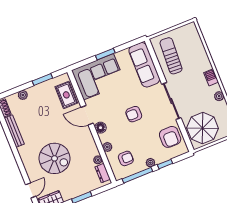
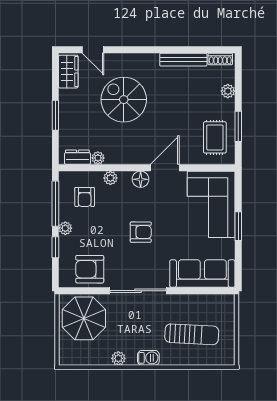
sun lounger: (171, 56) -> (192, 334), moved
rug: (66, 95) -> (215, 137), moved, turned 90
armchair: (134, 114) -> (141, 232), turned 90
spiral stairs: (55, 158) -> (124, 100), turned 90

